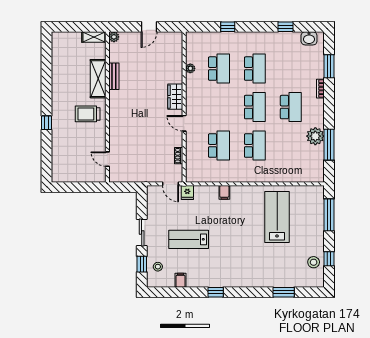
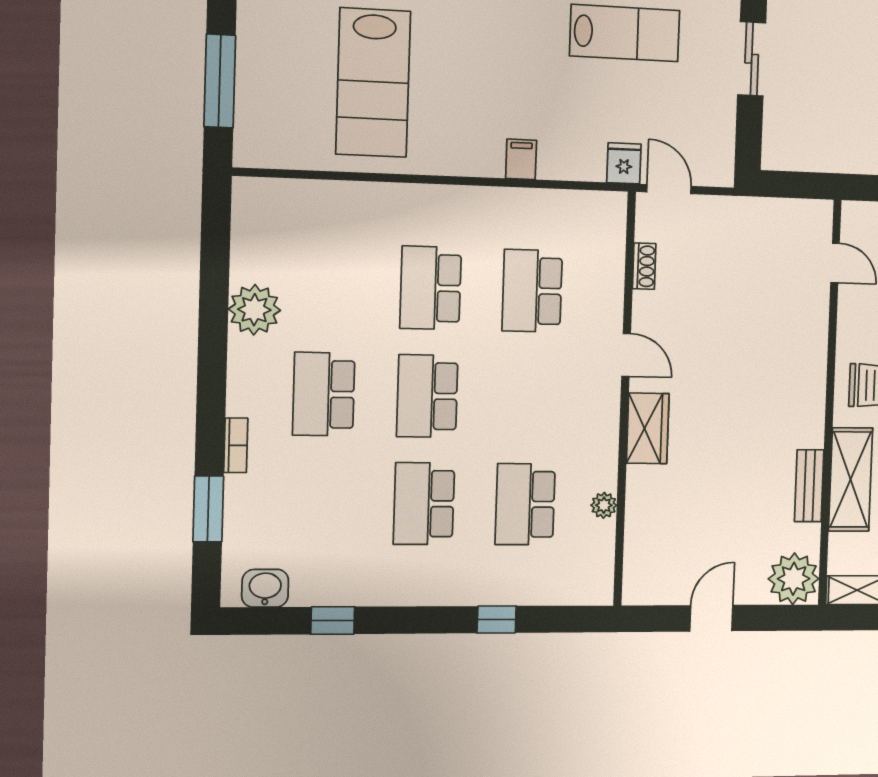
plant: (114, 37) -> (794, 579), width x1.88, depth x1.88
window: (329, 145) -> (214, 284), removed

